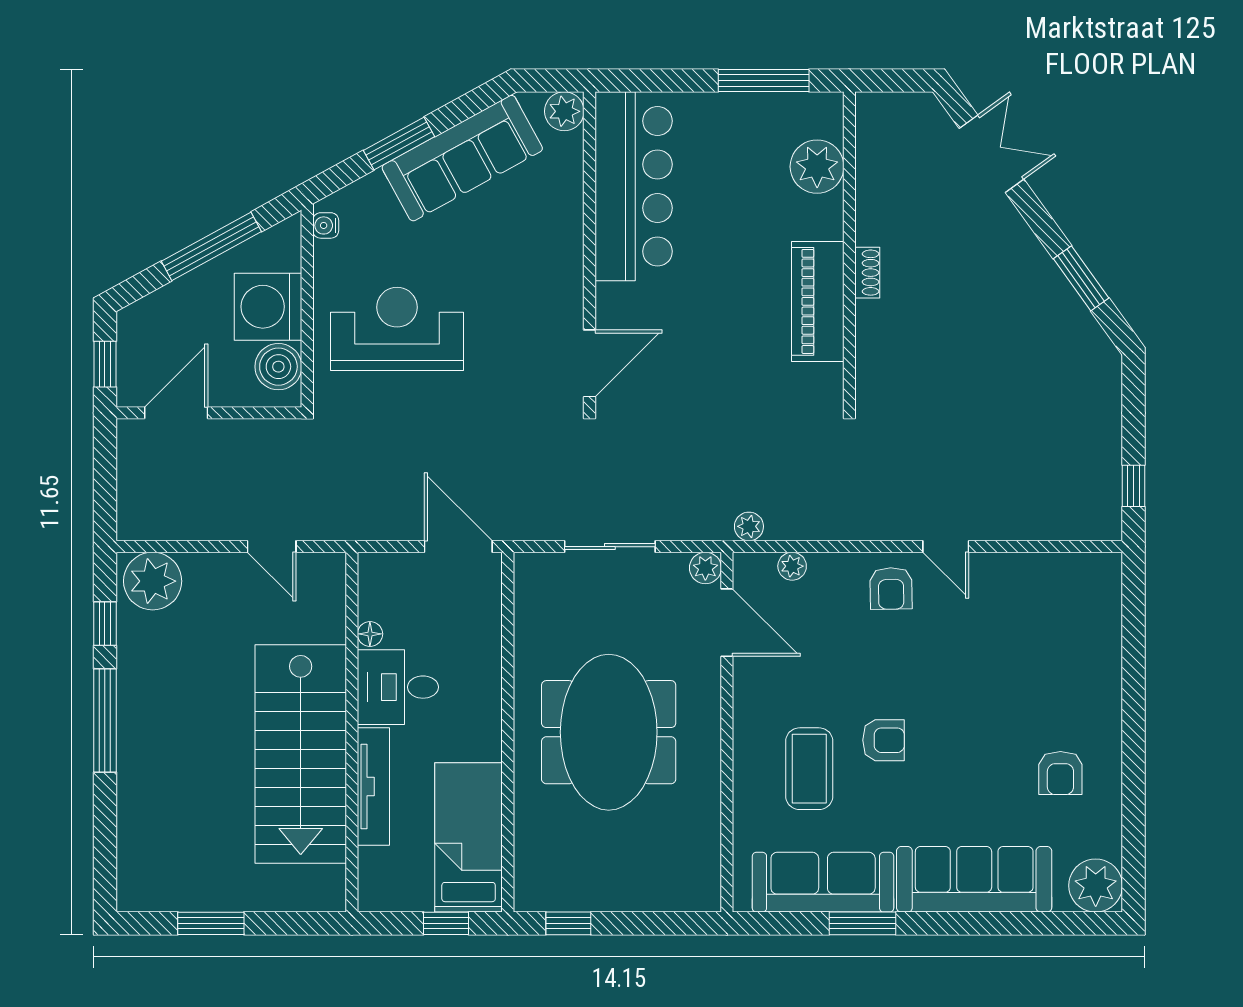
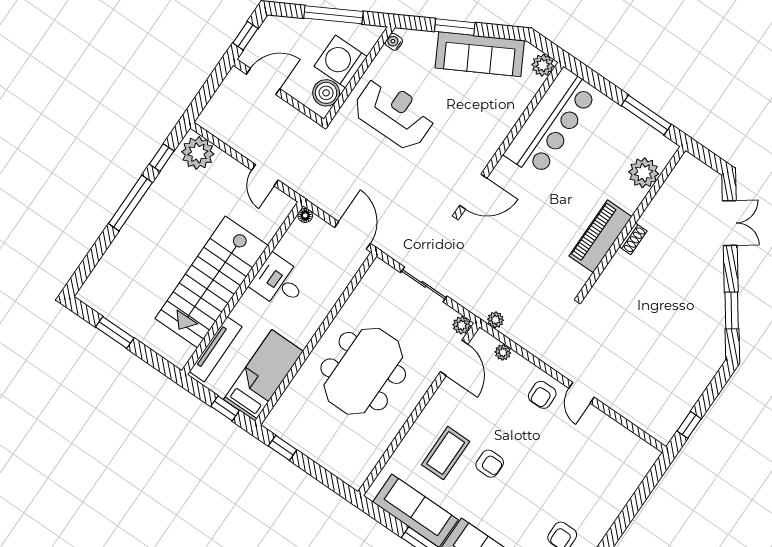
floor lamp: (370, 634) -> (305, 215), moved
tv unit: (373, 787) -> (216, 349), moved

